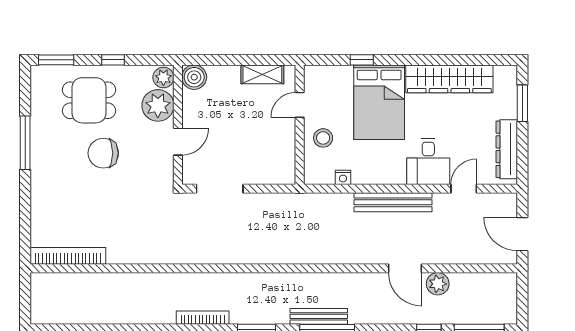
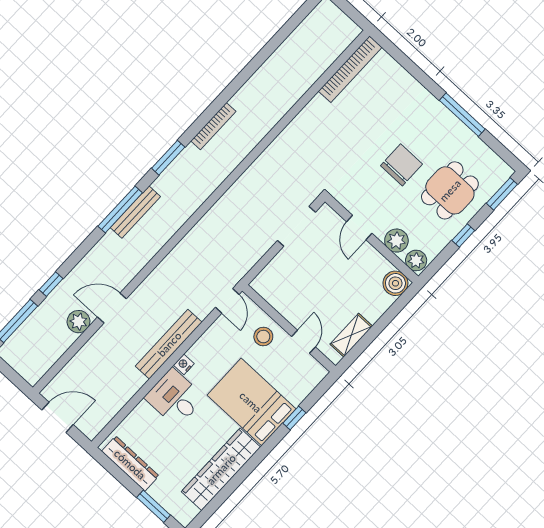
plant: (158, 105) -> (396, 241), width x0.73, depth x0.73
nightstand: (343, 177) -> (184, 364), moved
door: (464, 189) -> (227, 301), moved

